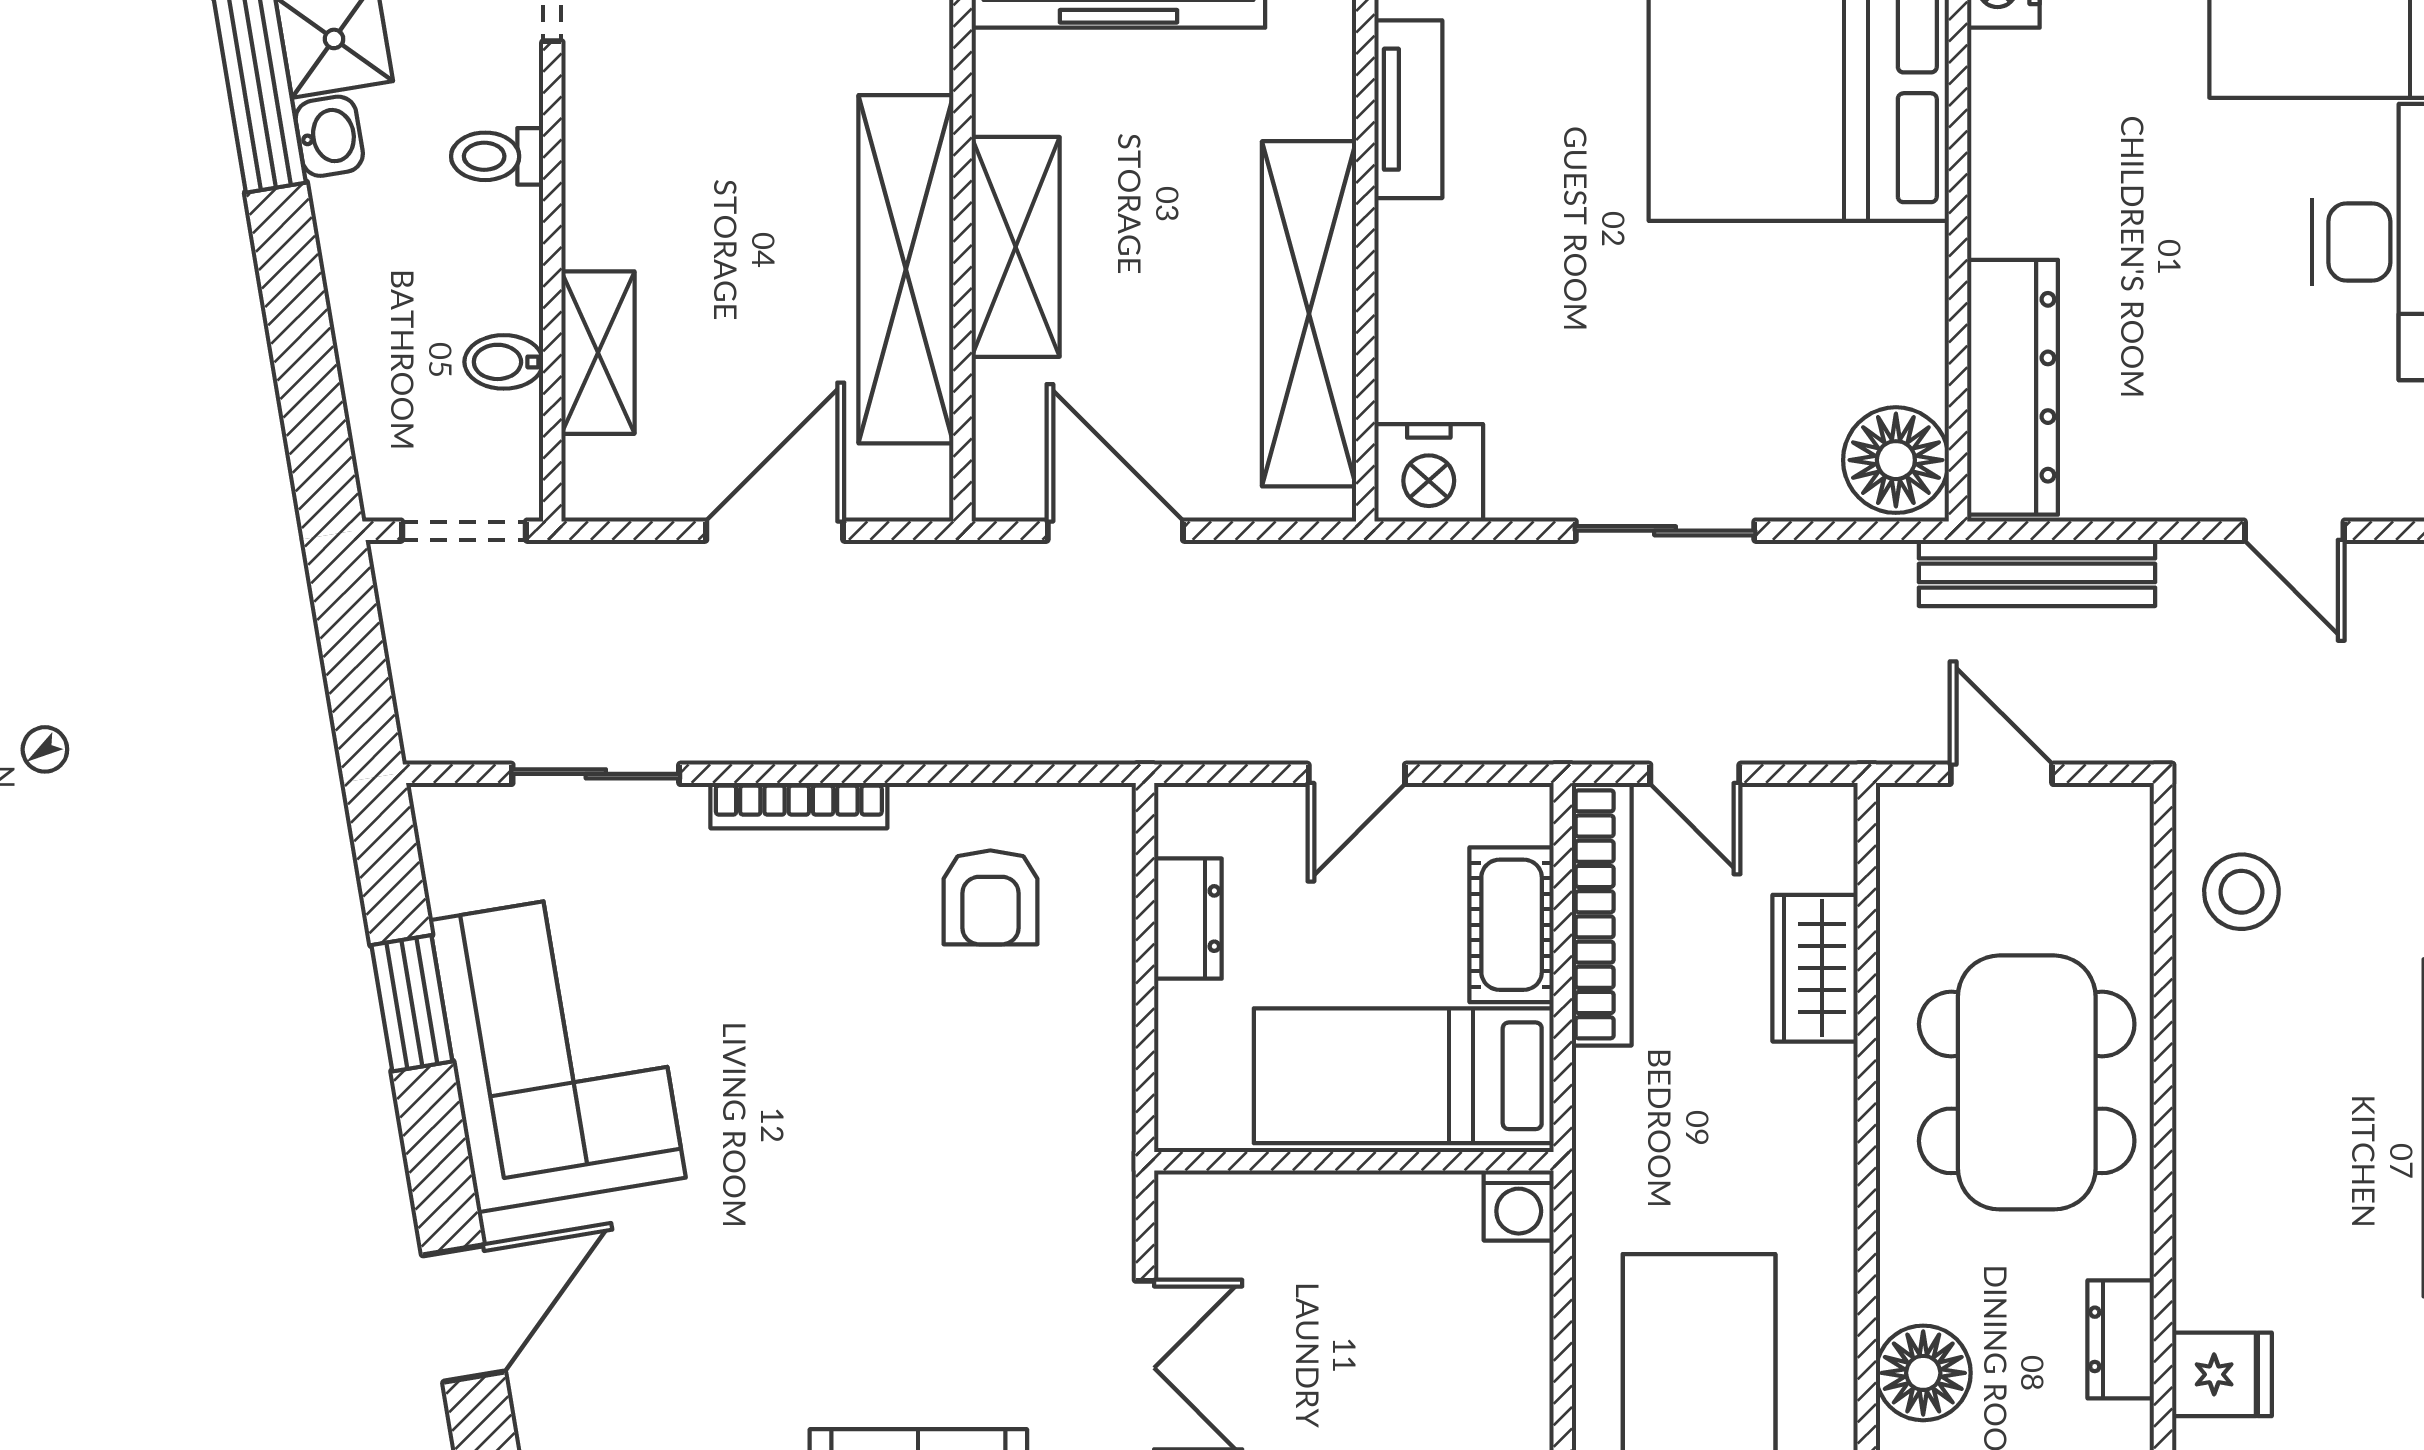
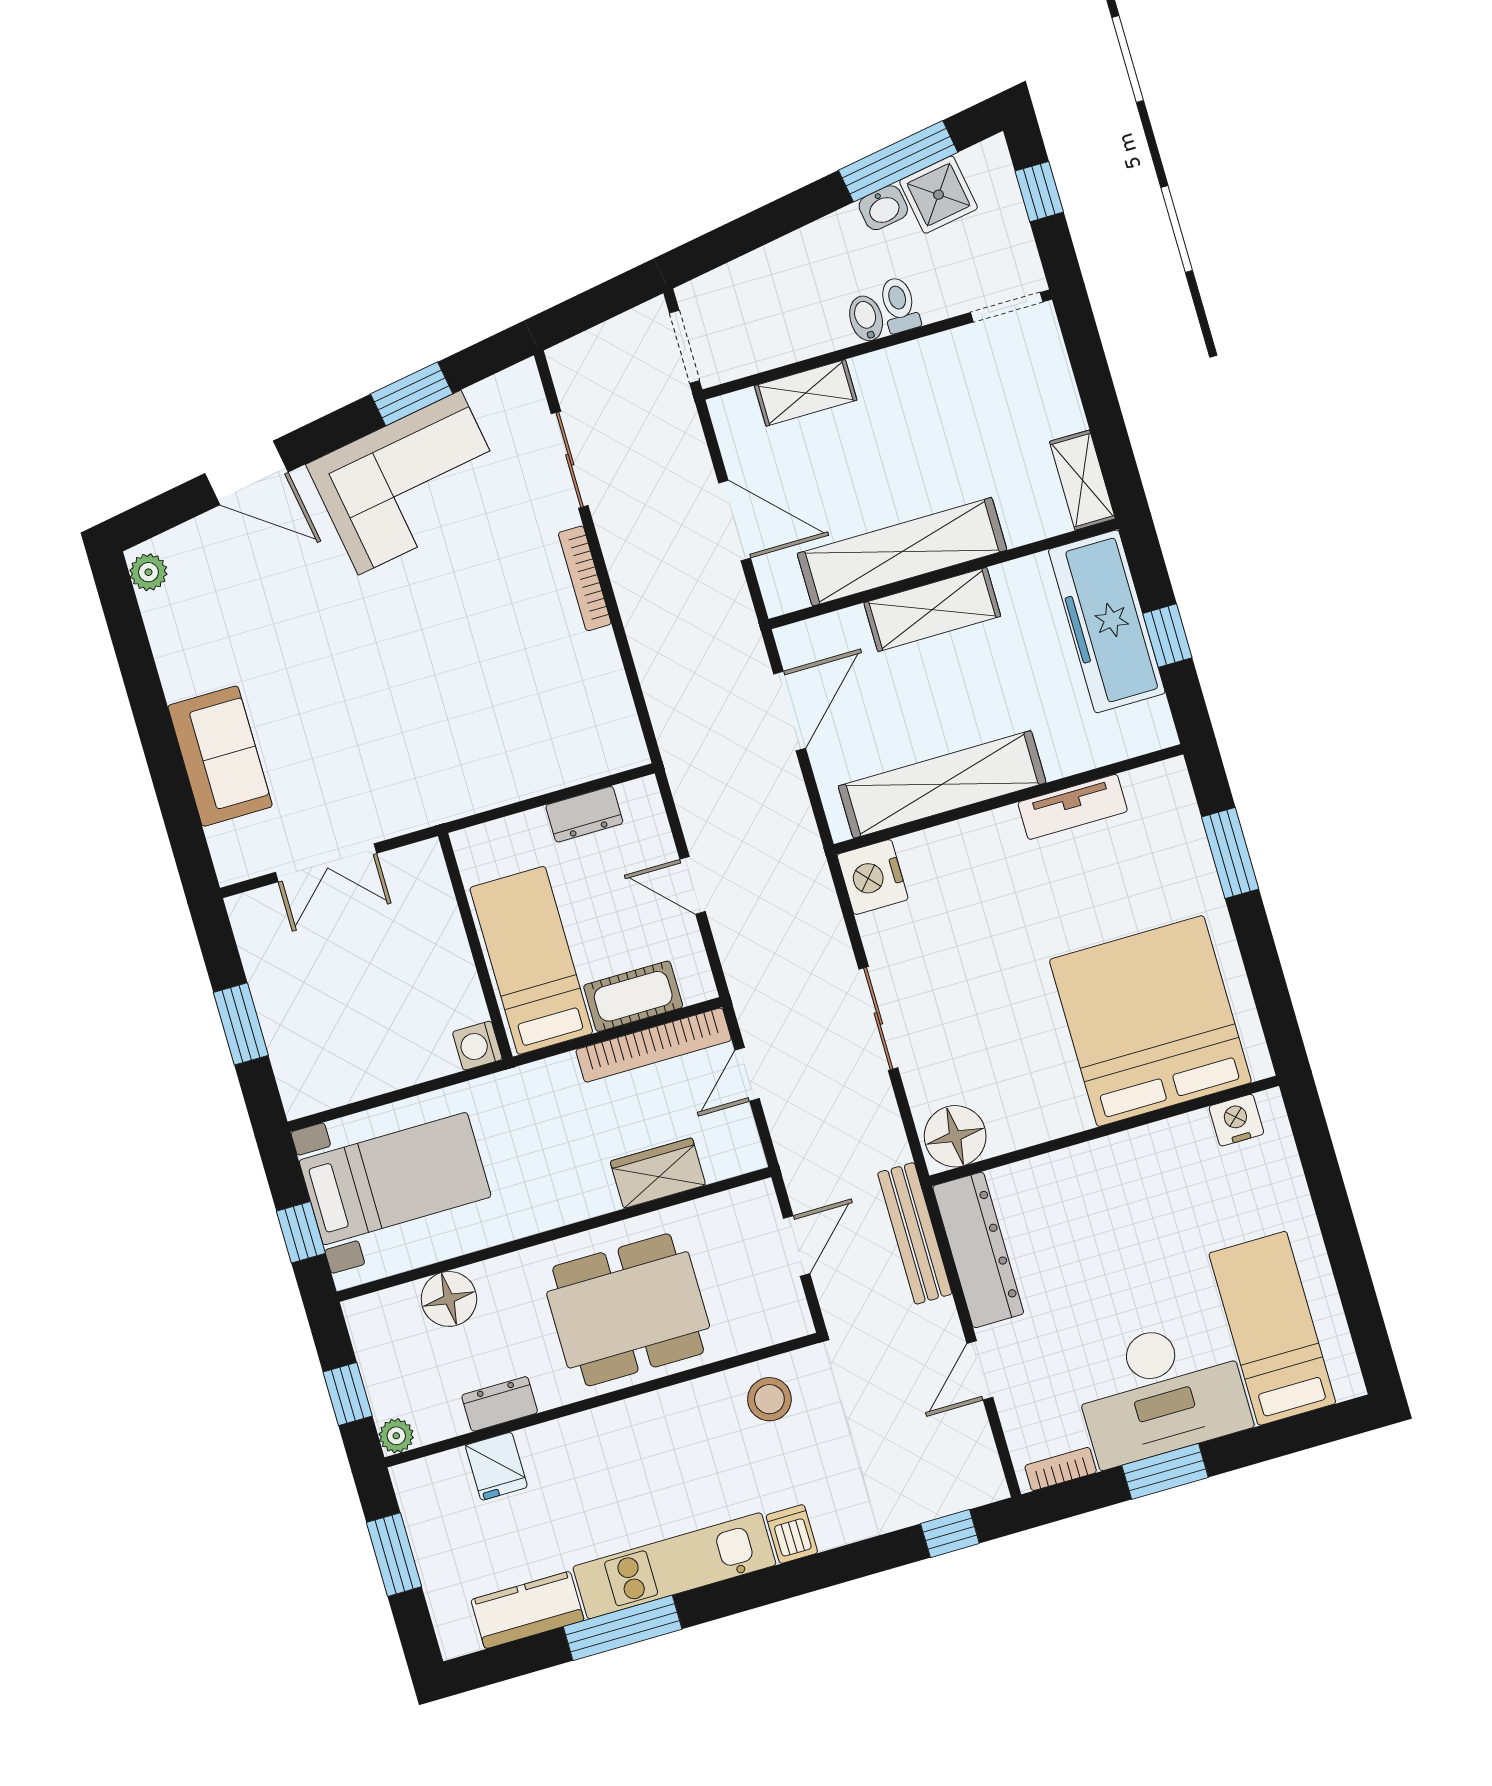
bidet: (504, 362) -> (866, 318), moved
dresser: (2012, 387) -> (978, 1250), moved, turned -90
armchair: (990, 897) -> (564, 700), removed

